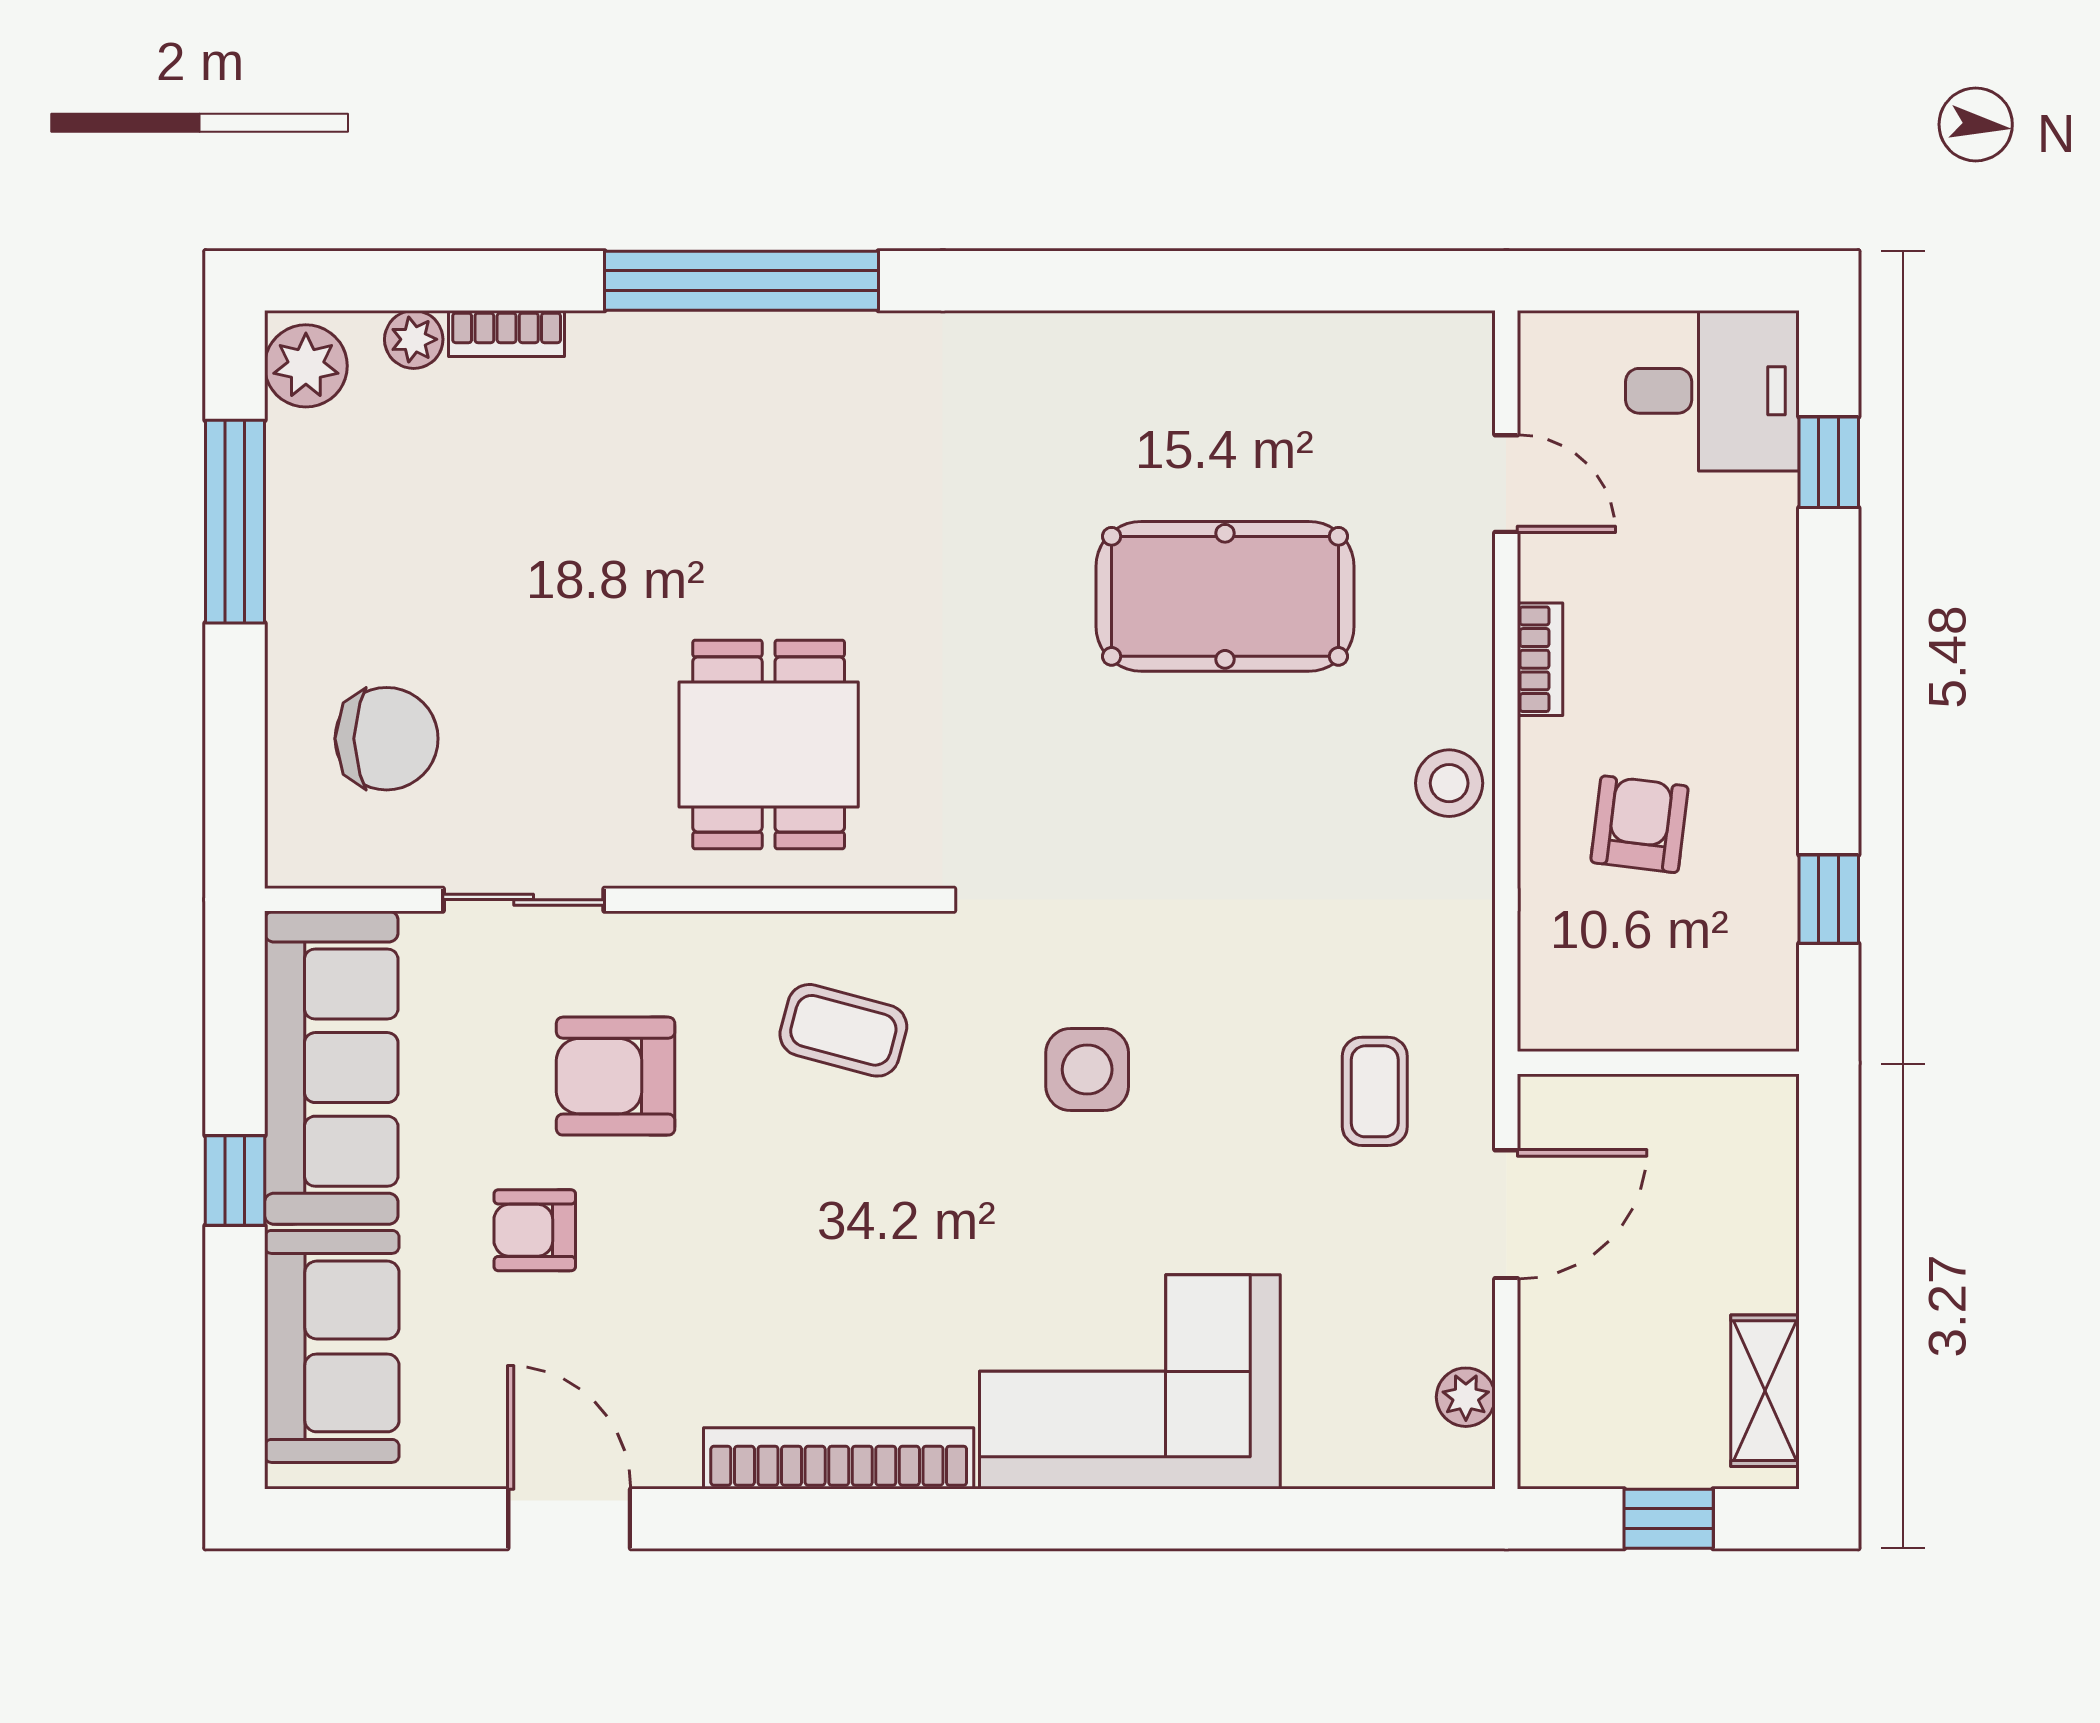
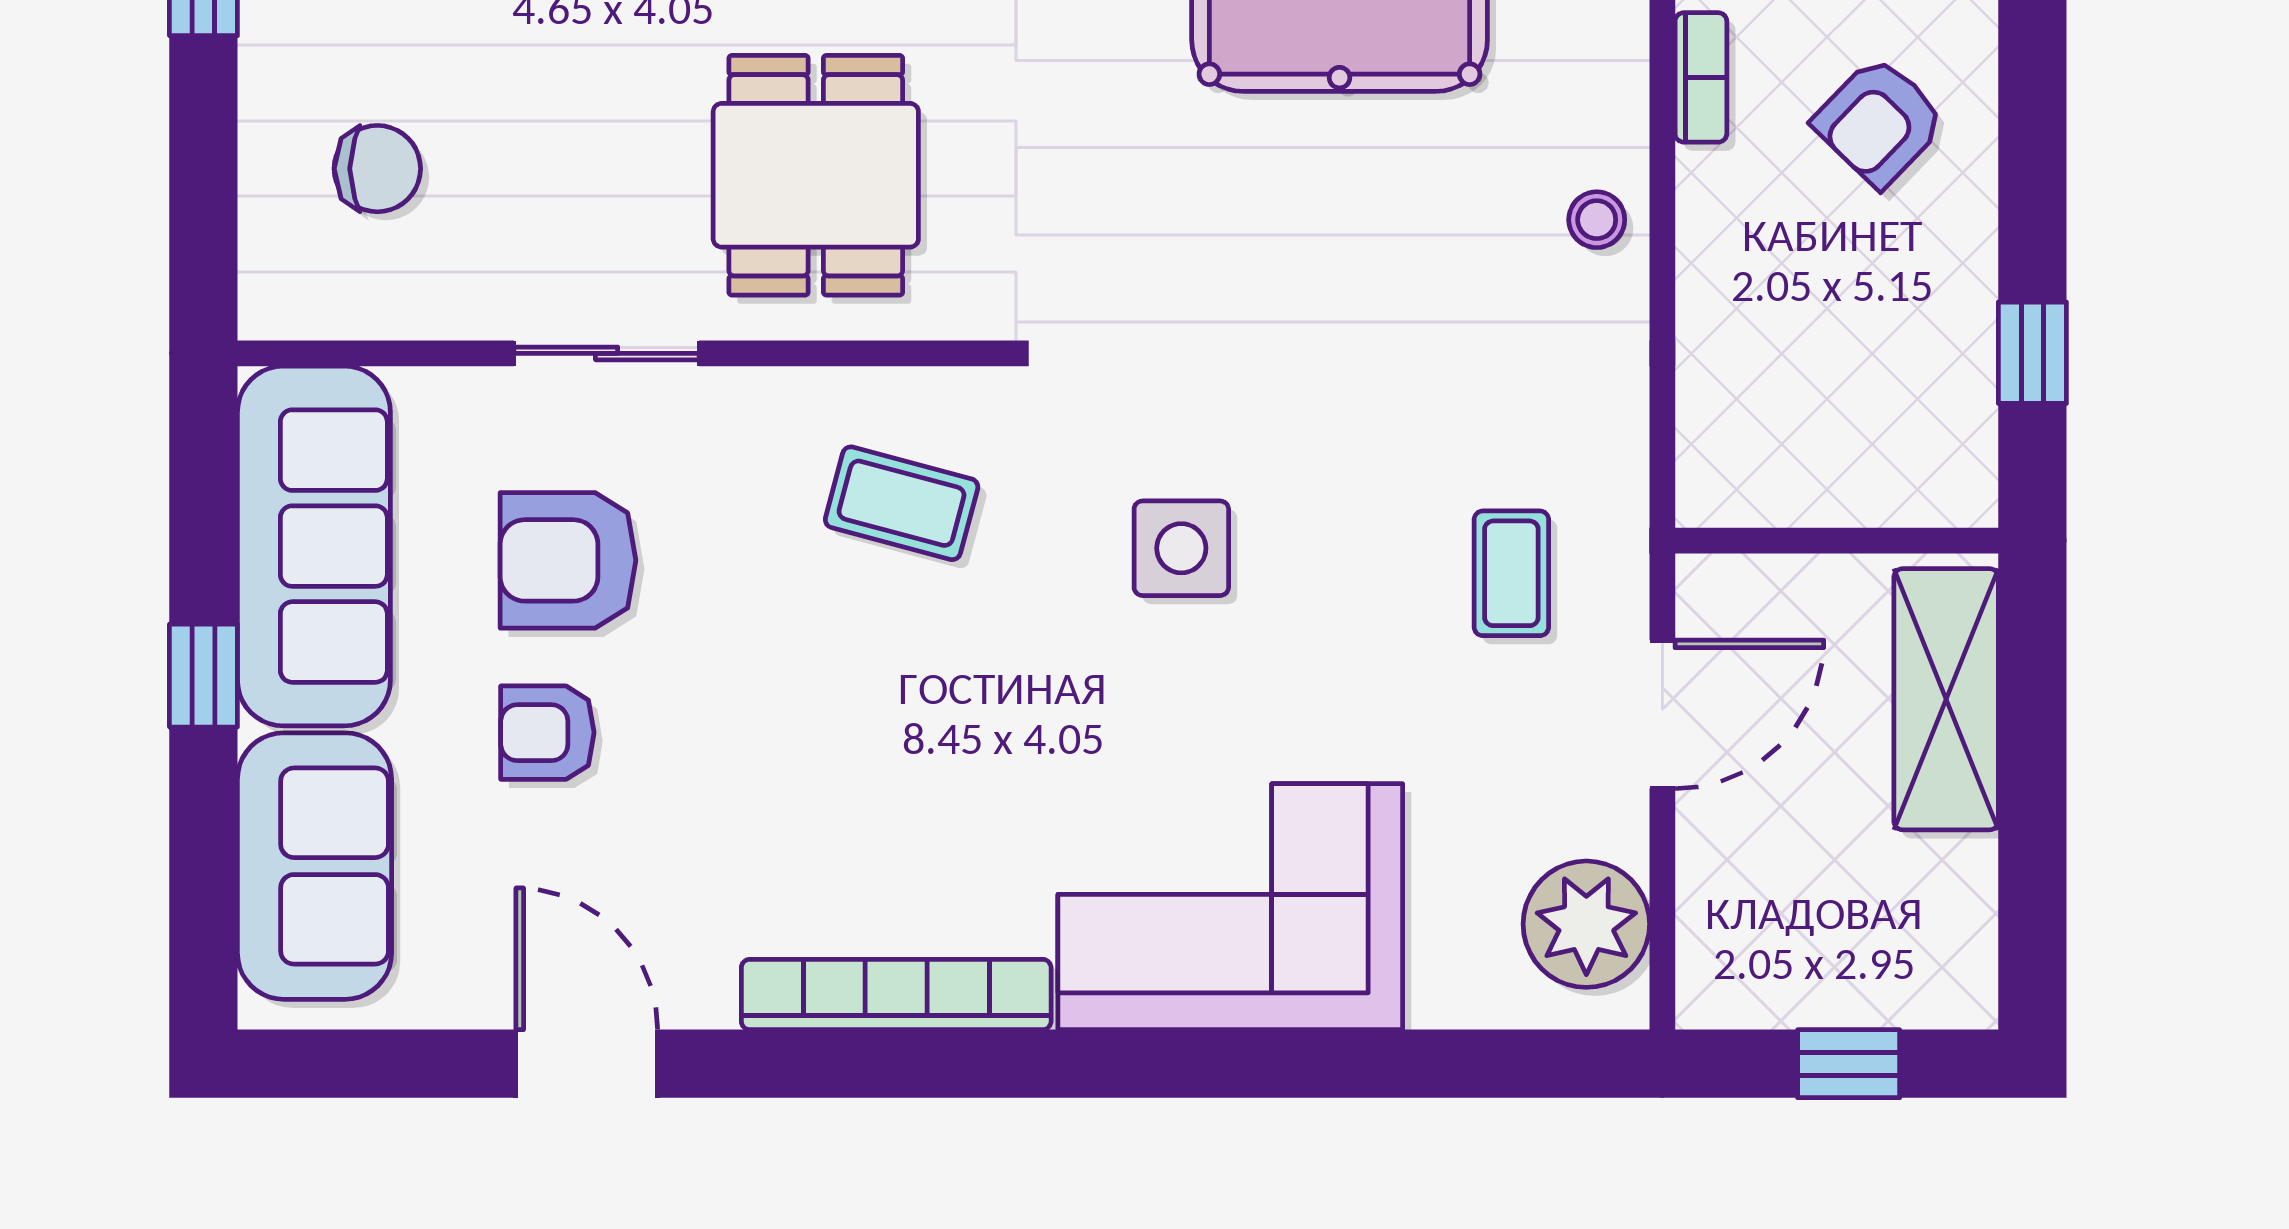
chair: (387, 739) -> (377, 169), width x0.73, depth x0.73
stool: (1449, 783) -> (1597, 220), width x0.73, depth x0.73
armchair: (1639, 824) -> (1879, 122), moved, turned -143
sliding door: (524, 900) -> (607, 353), moved
armchair: (616, 1076) -> (568, 560), moved
shelving: (1765, 1391) -> (1946, 699), moved, width x1.50, depth x1.33
plant: (1466, 1397) -> (1586, 924), width x1.88, depth x1.88

